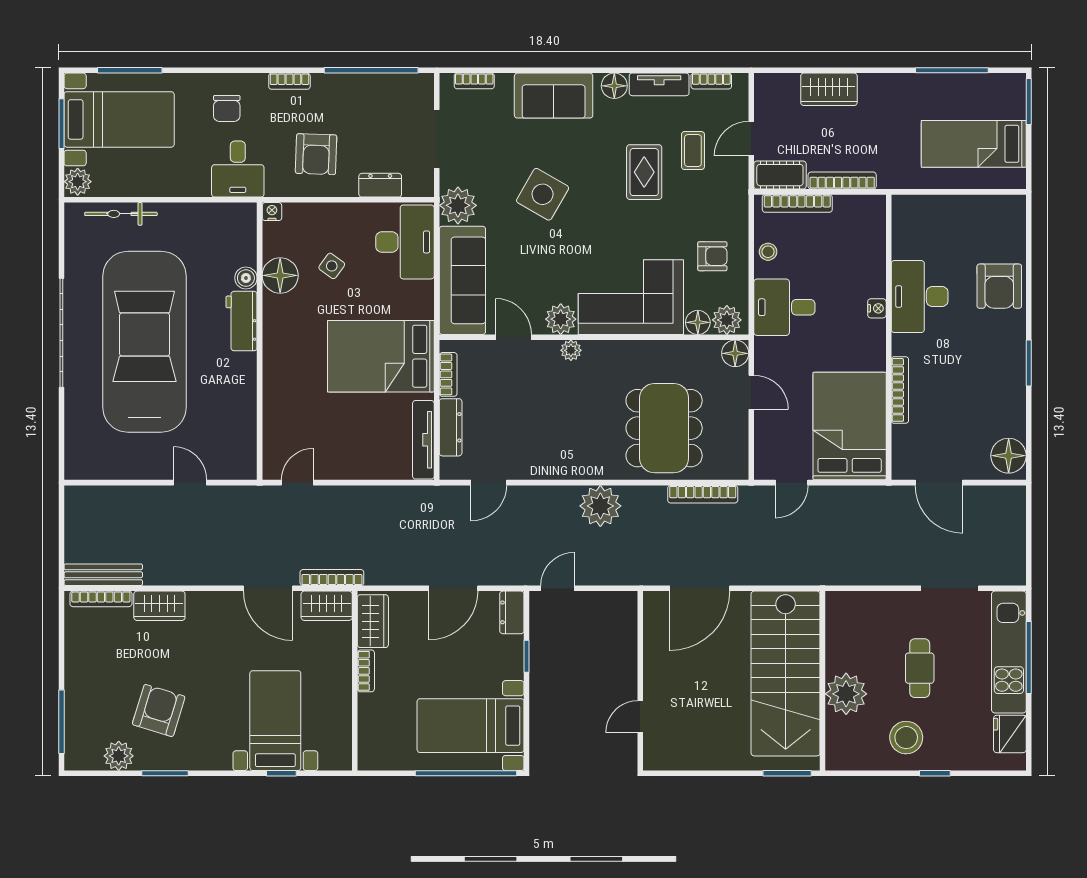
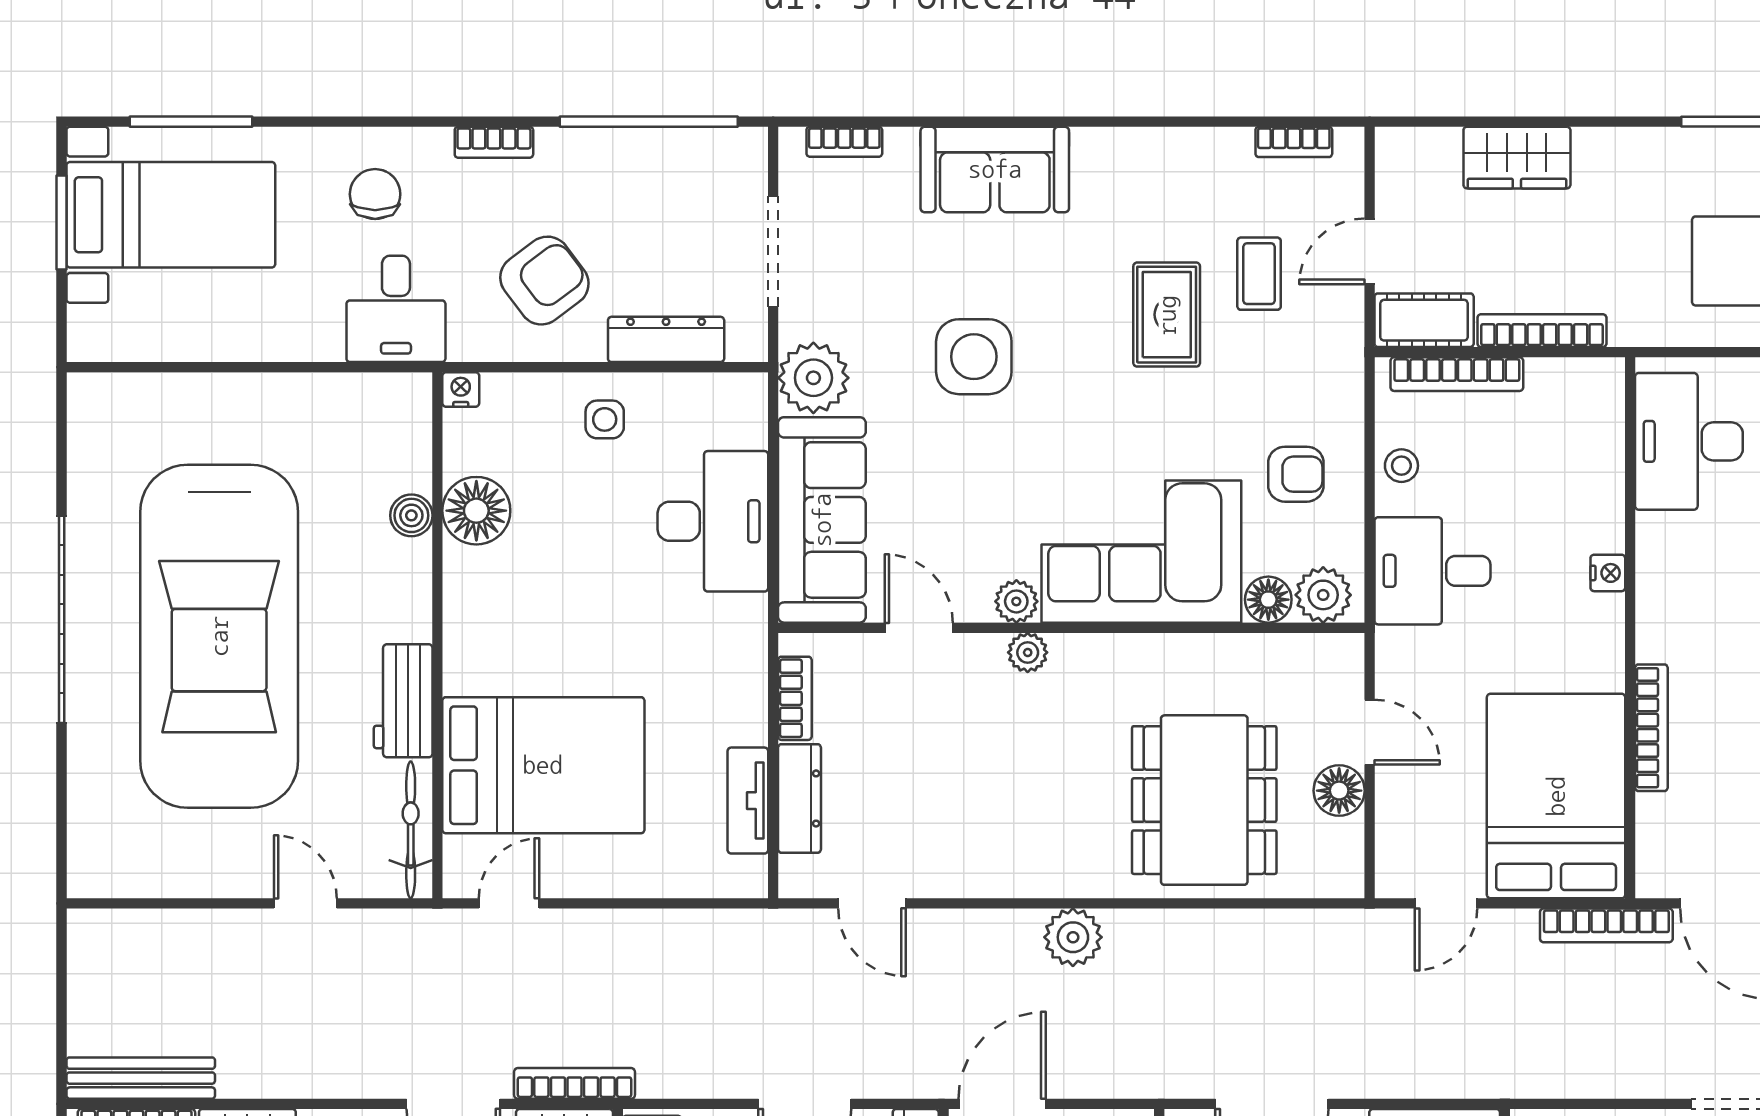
tv unit: (659, 84) -> (1195, 148), removed
floor lamp: (614, 86) -> (1110, 151), removed
chair: (227, 109) -> (375, 194), turned 180
armchair: (316, 154) -> (544, 281), turned -129
plant: (78, 182) -> (92, 333), removed
dresser: (380, 185) -> (666, 339), width x1.44
side table: (543, 194) -> (974, 357), turned -30
bicycle: (121, 214) -> (411, 830), moved, turned 90
desk: (405, 242) -> (713, 521), moved
side table: (332, 266) -> (605, 419), moved, turned -36
desk: (920, 297) -> (1689, 441), moved
plant: (561, 319) -> (1016, 601), width x0.73, depth x0.73
workbench: (242, 321) -> (403, 701), moved
car: (145, 342) -> (219, 636), turned 180
floor lamp: (735, 353) -> (1339, 791), moved
bed: (381, 356) -> (543, 765), moved, turned 180
tv unit: (423, 440) -> (748, 801), width x0.71
door: (489, 483) -> (872, 903), hinge flipped
bookcase: (703, 494) -> (1606, 925), moved
plant: (600, 506) -> (1073, 937), width x0.73, depth x0.73
door: (557, 588) -> (1002, 1104), width x1.38

